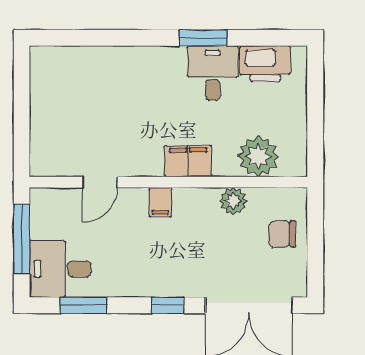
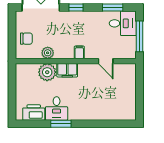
plant: (258, 156) -> (47, 72), moved
door: (100, 182) -> (106, 61), swing flipped

